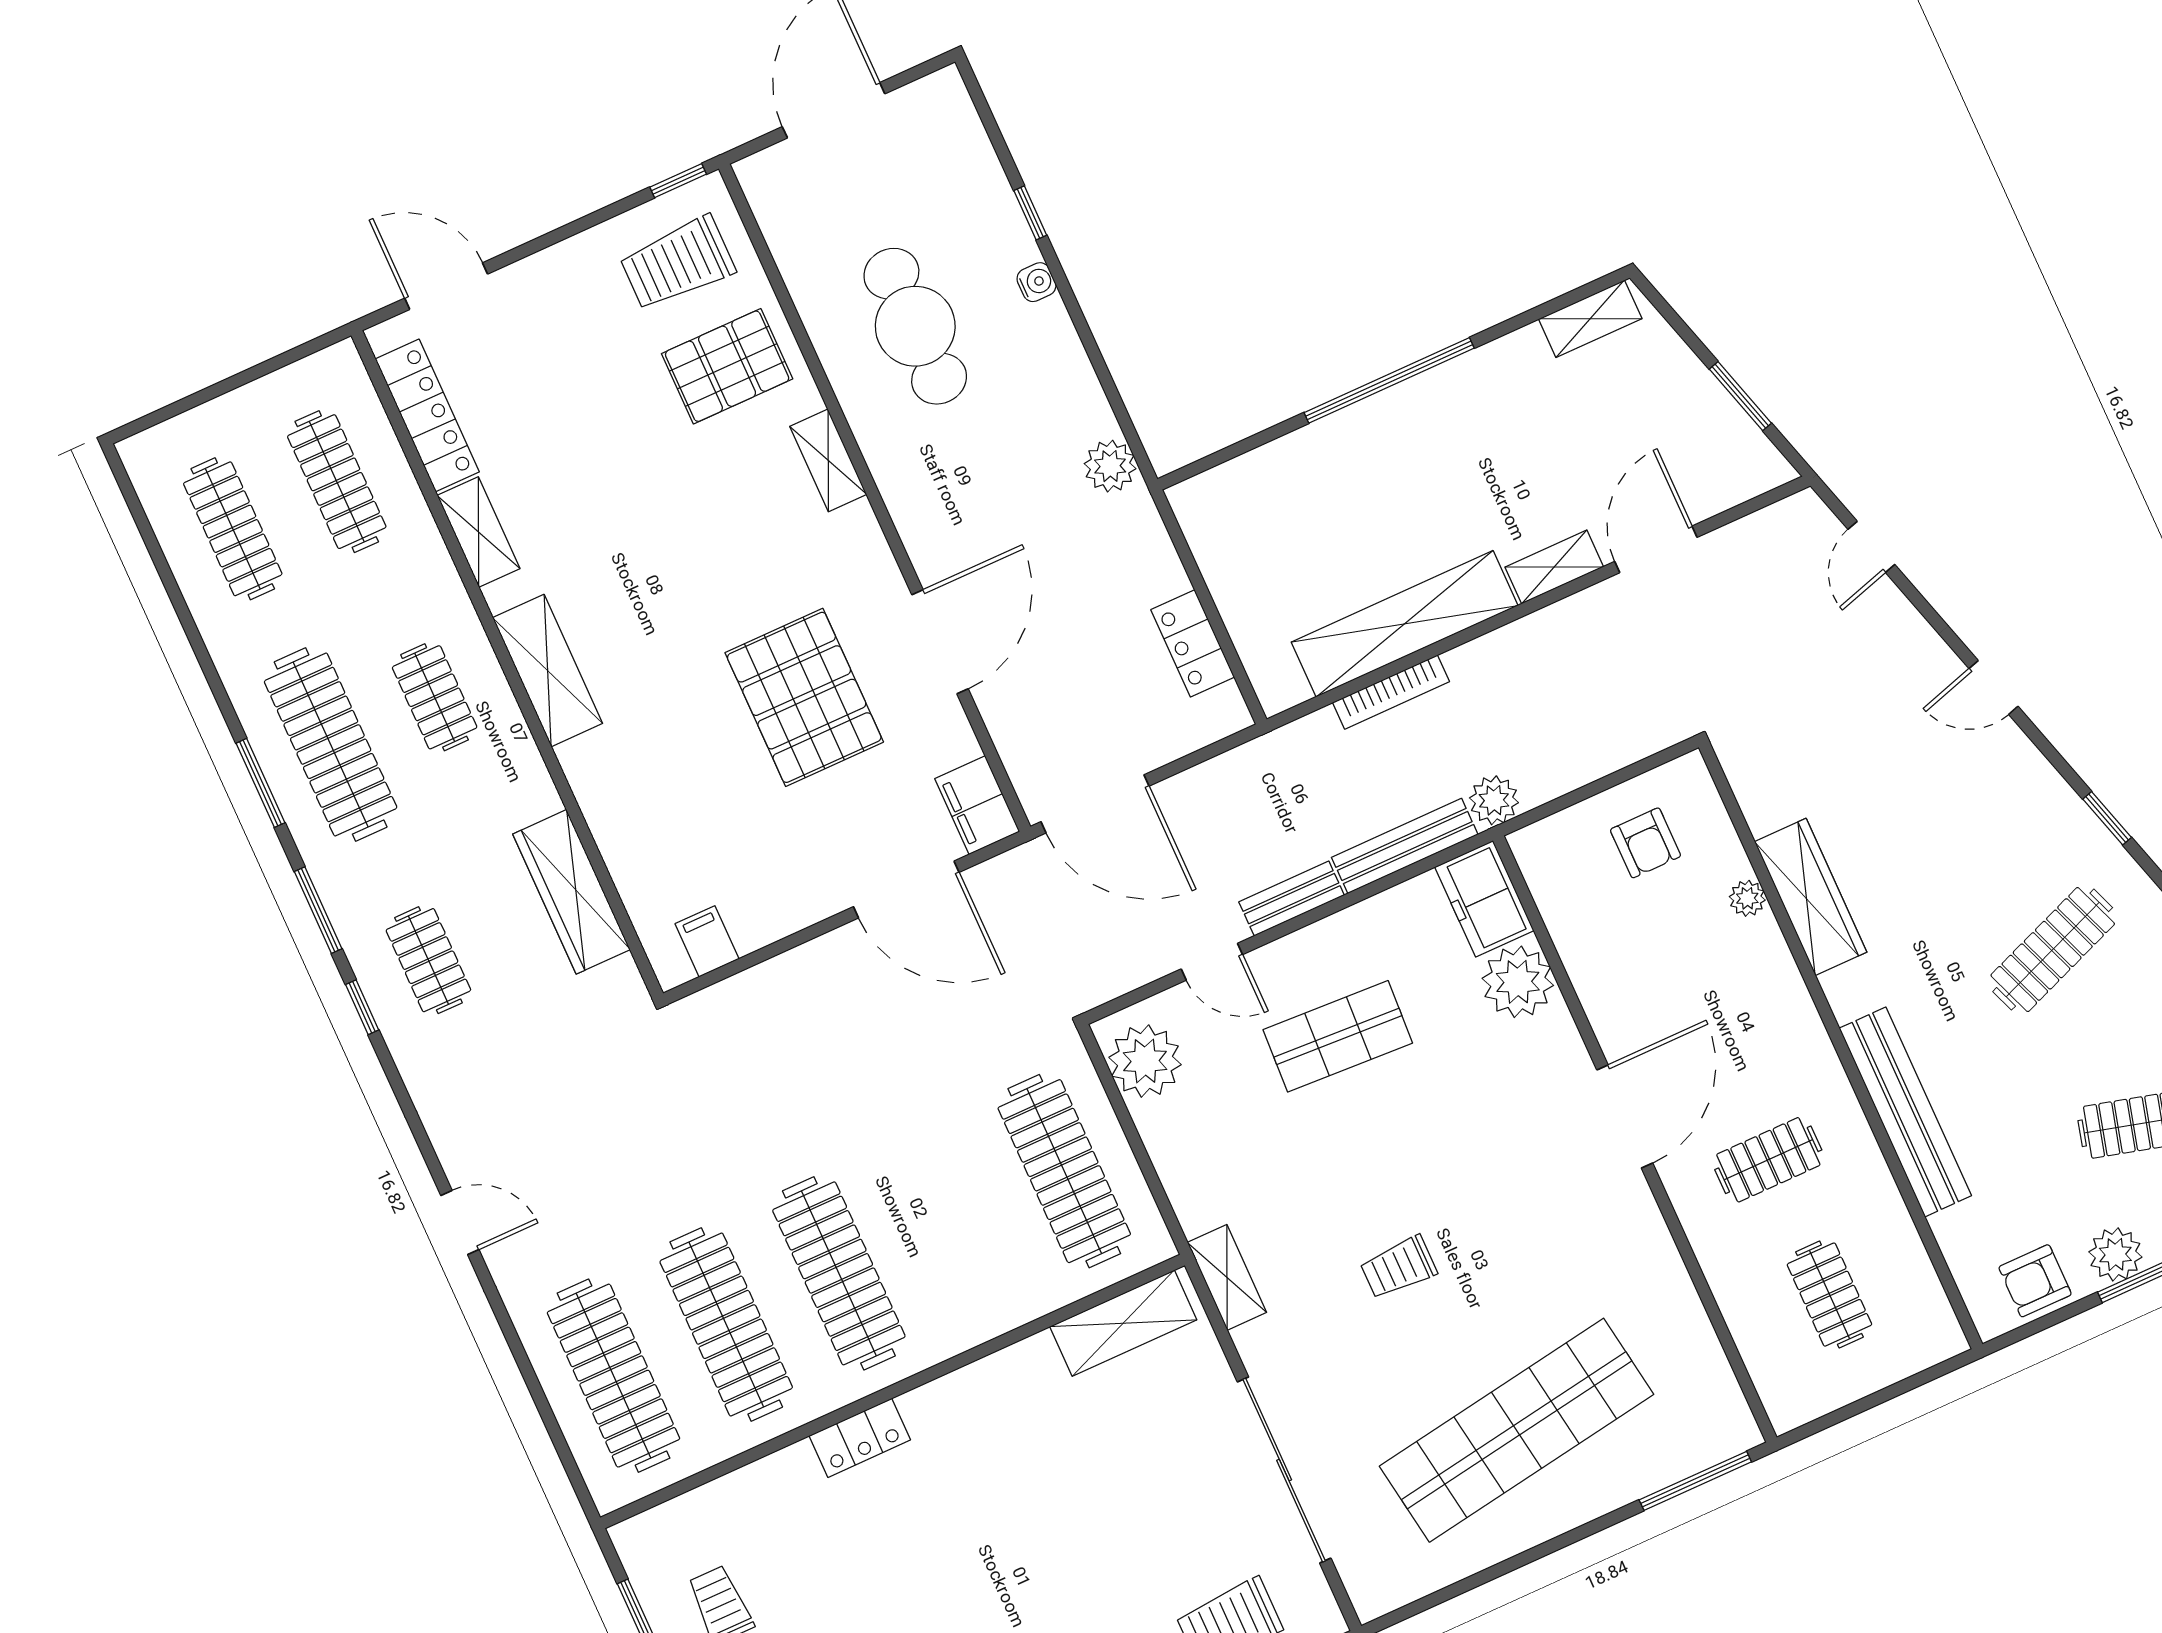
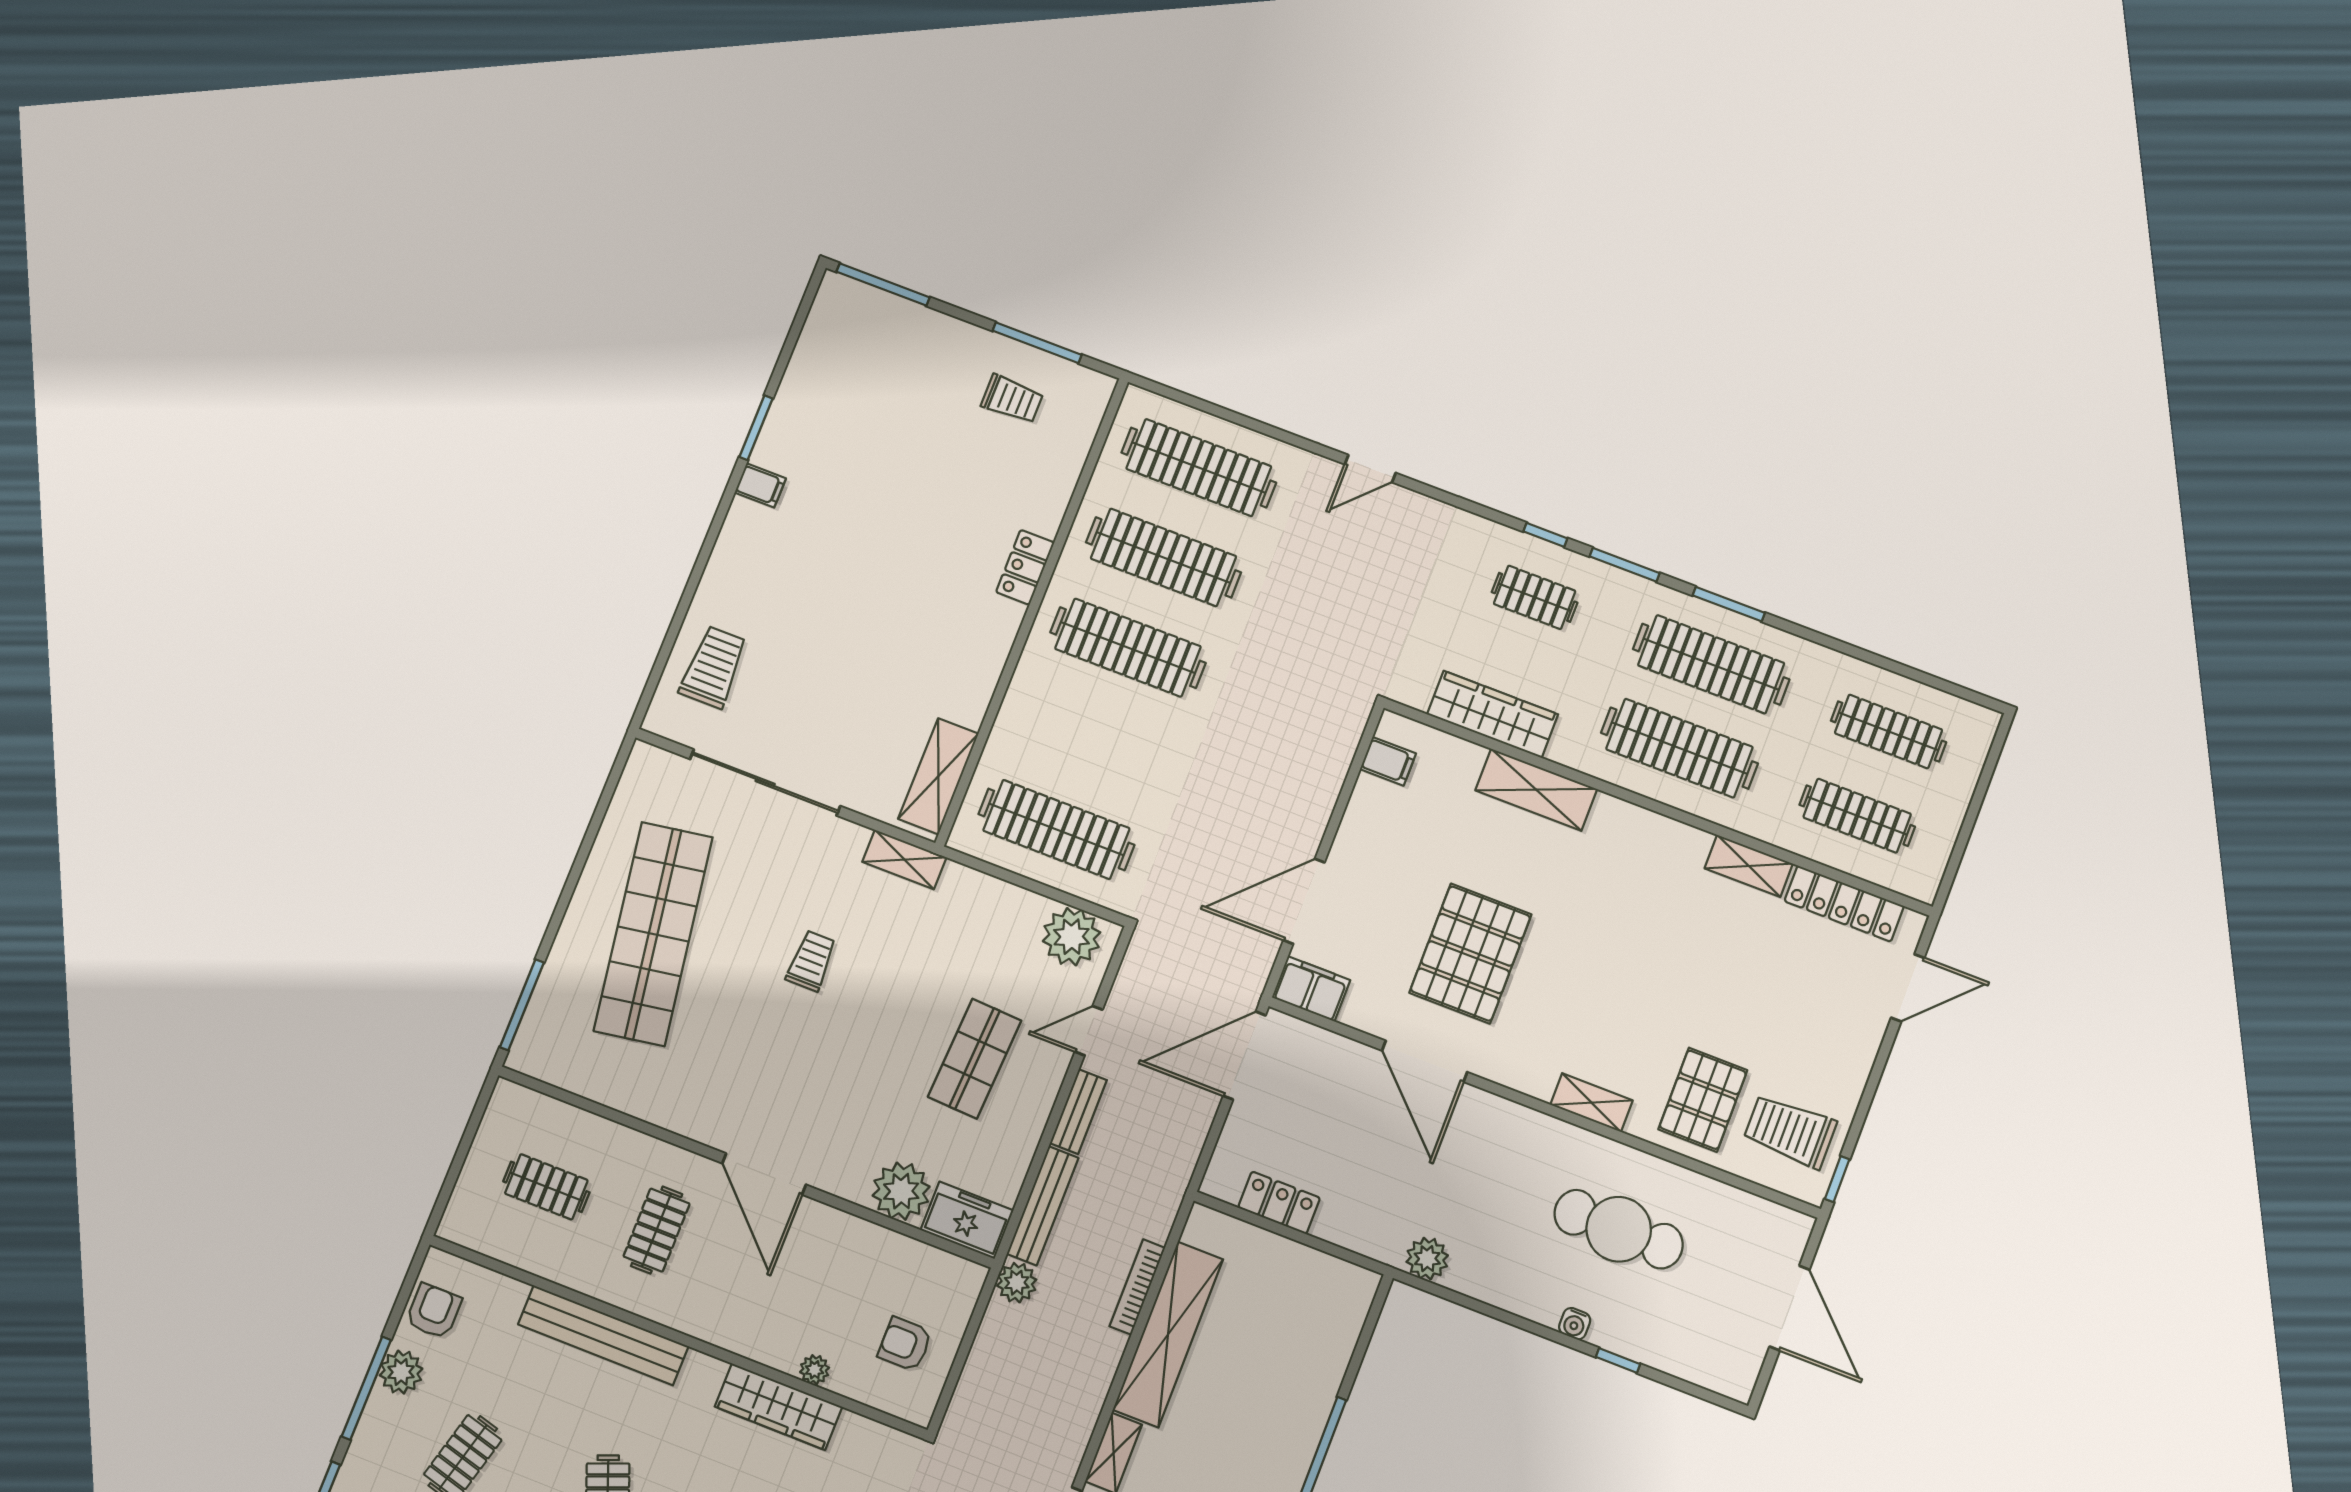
trolley: (678, 263) -> (1790, 1131), turned -90
shelving: (548, 671) -> (1536, 790), moved
clothes rail: (435, 697) -> (1679, 748), width x1.86, depth x1.31
pallet: (804, 697) -> (1470, 954), turned 90

